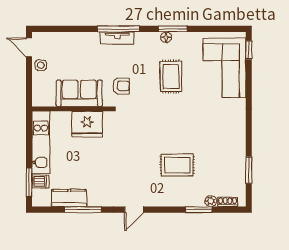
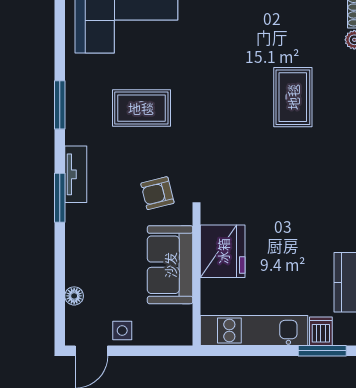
window: (118, 29) -> (60, 198), width x0.69
floor lamp: (166, 37) -> (74, 296), moved
tv unit: (117, 38) -> (76, 174), moved
armchair: (121, 86) -> (157, 193), turned -104

